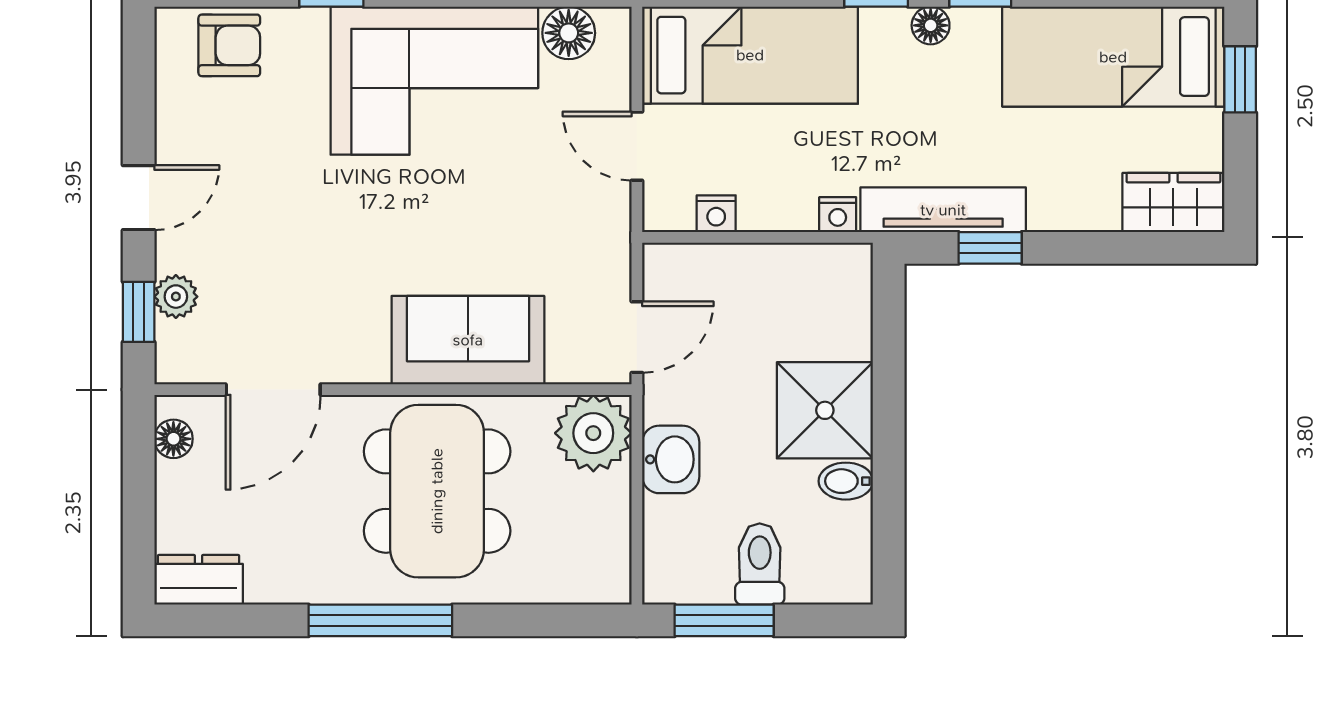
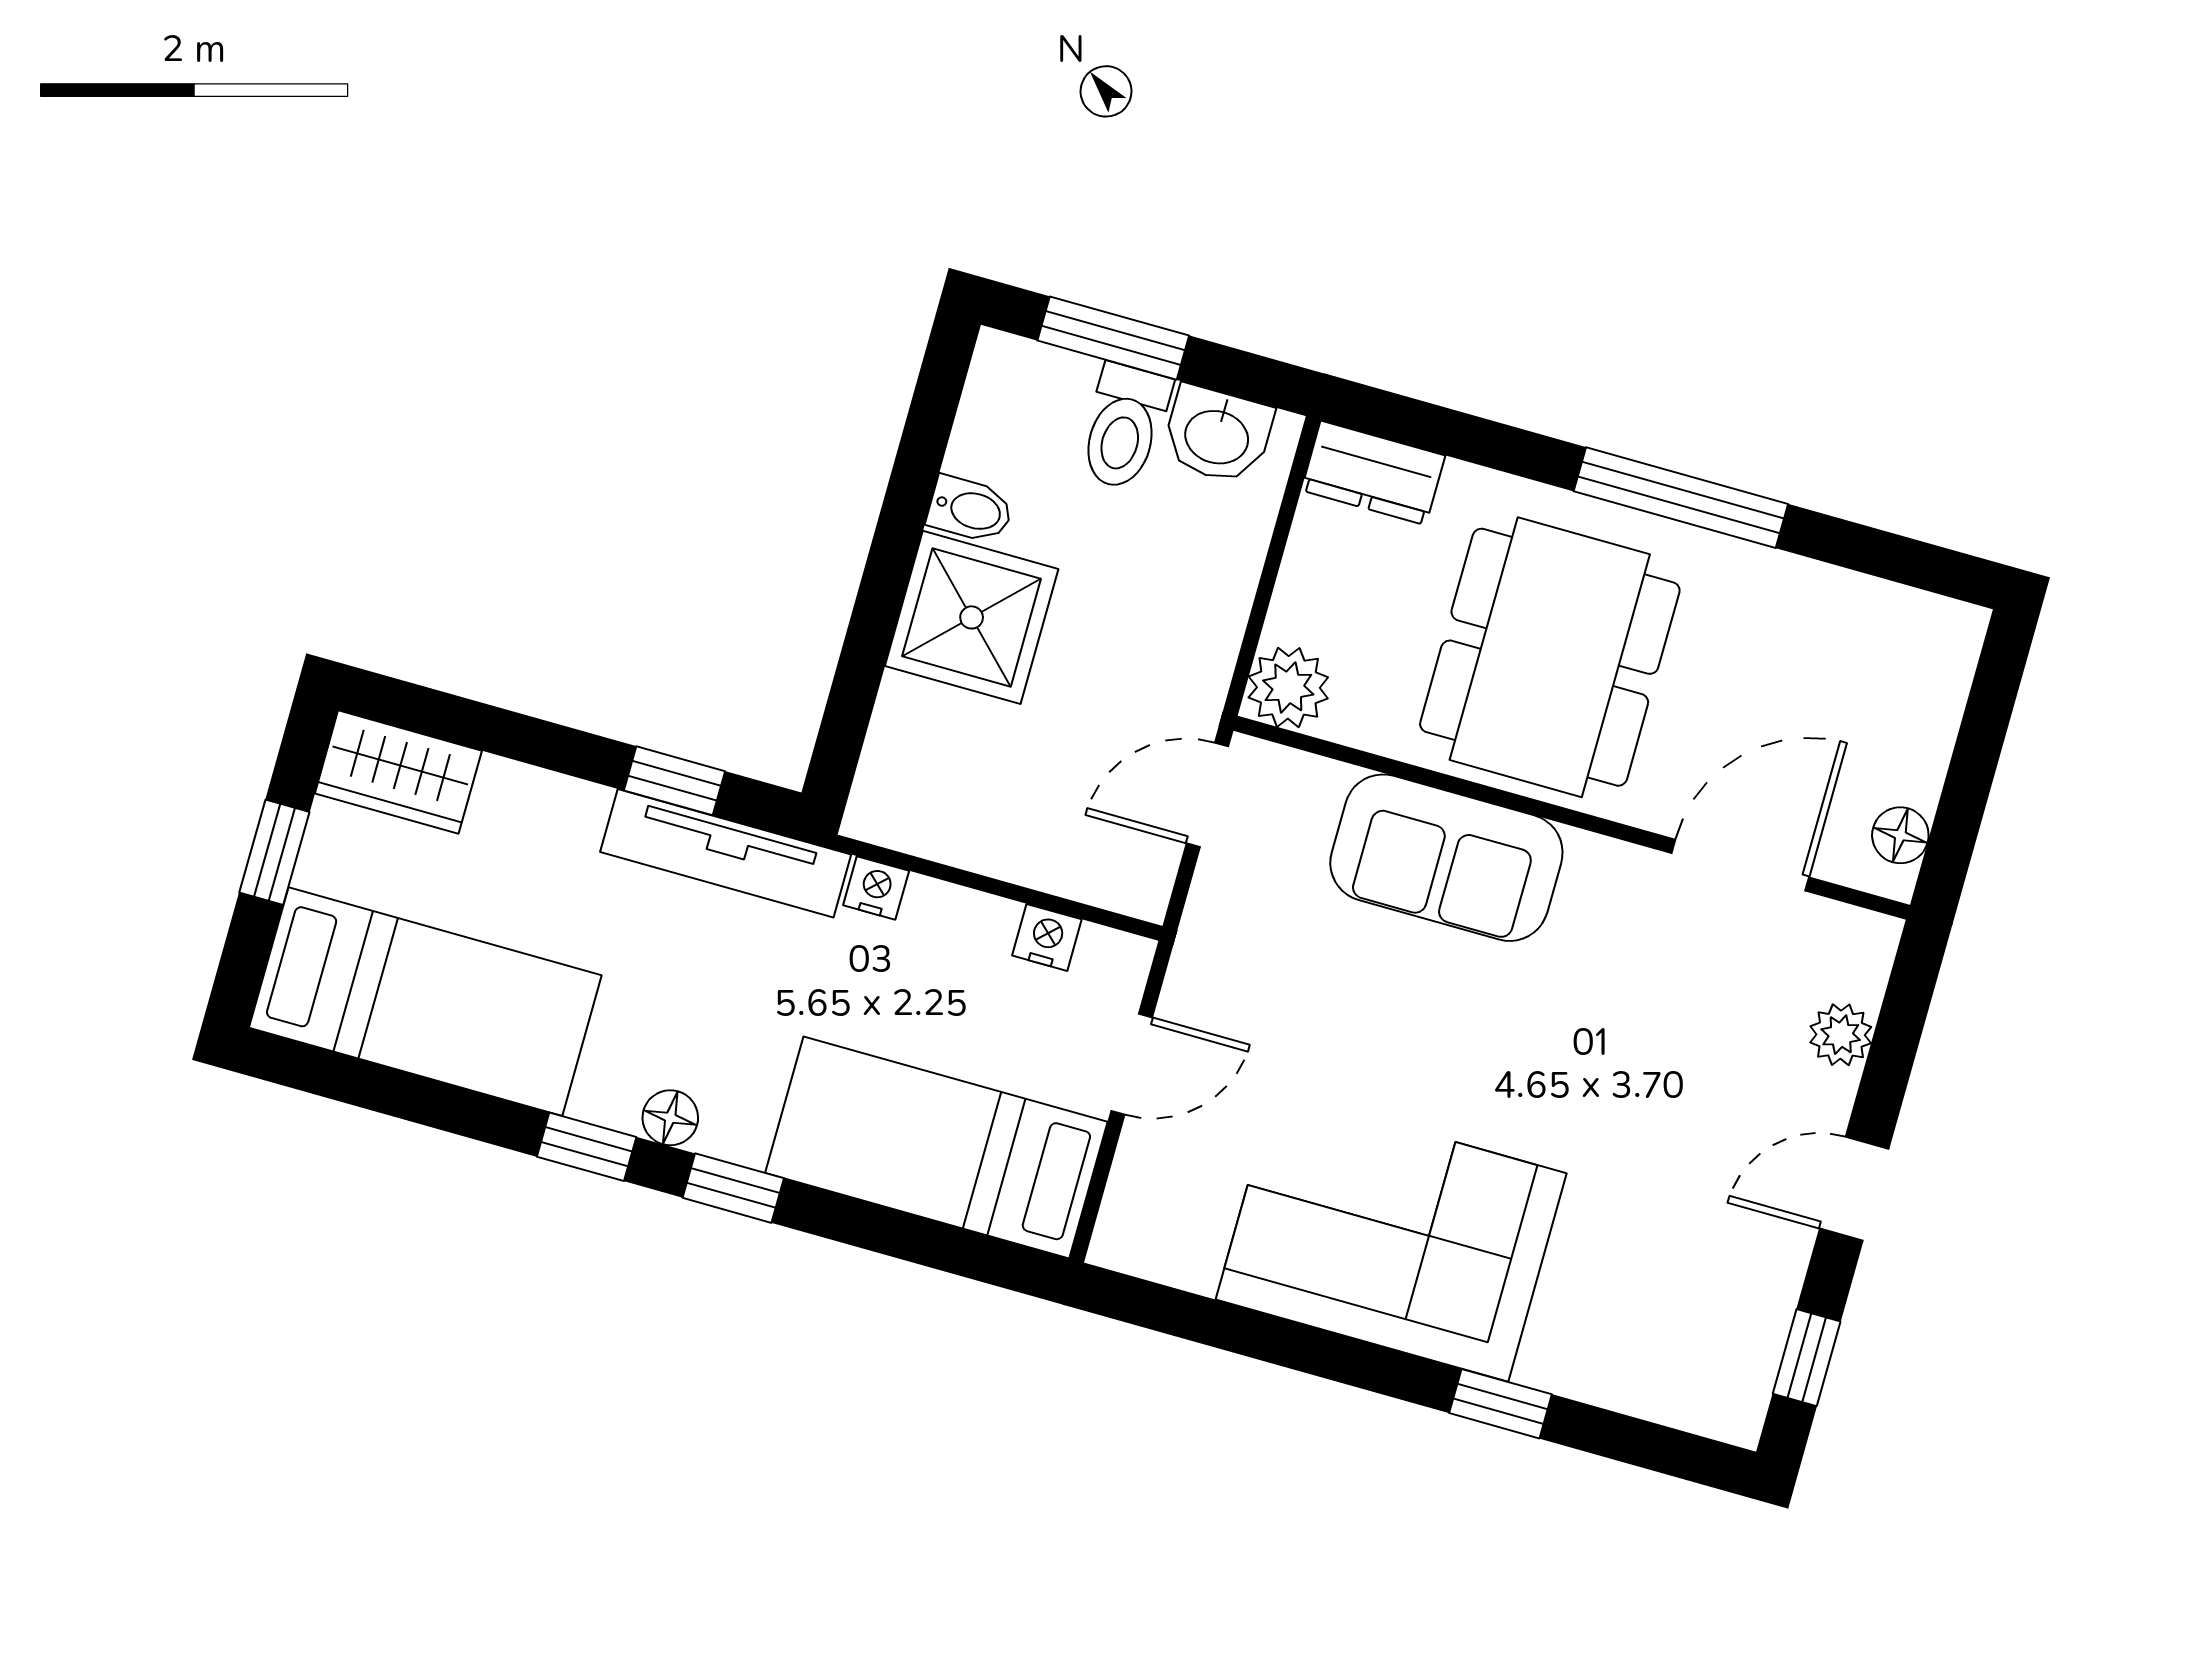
floor lamp: (569, 33) -> (1183, 1251), removed
armchair: (229, 45) -> (1666, 1367), removed
window: (1240, 79) -> (274, 852), moved
door: (637, 146) -> (1132, 1064), hinge flipped
window: (139, 312) -> (1807, 1358), moved
plant: (593, 433) -> (1288, 687), width x0.73, depth x0.73
washbasin: (671, 459) -> (1217, 435), moved, turned -90
dresser: (199, 580) -> (1373, 473), moved
window: (724, 620) -> (1113, 338), moved

